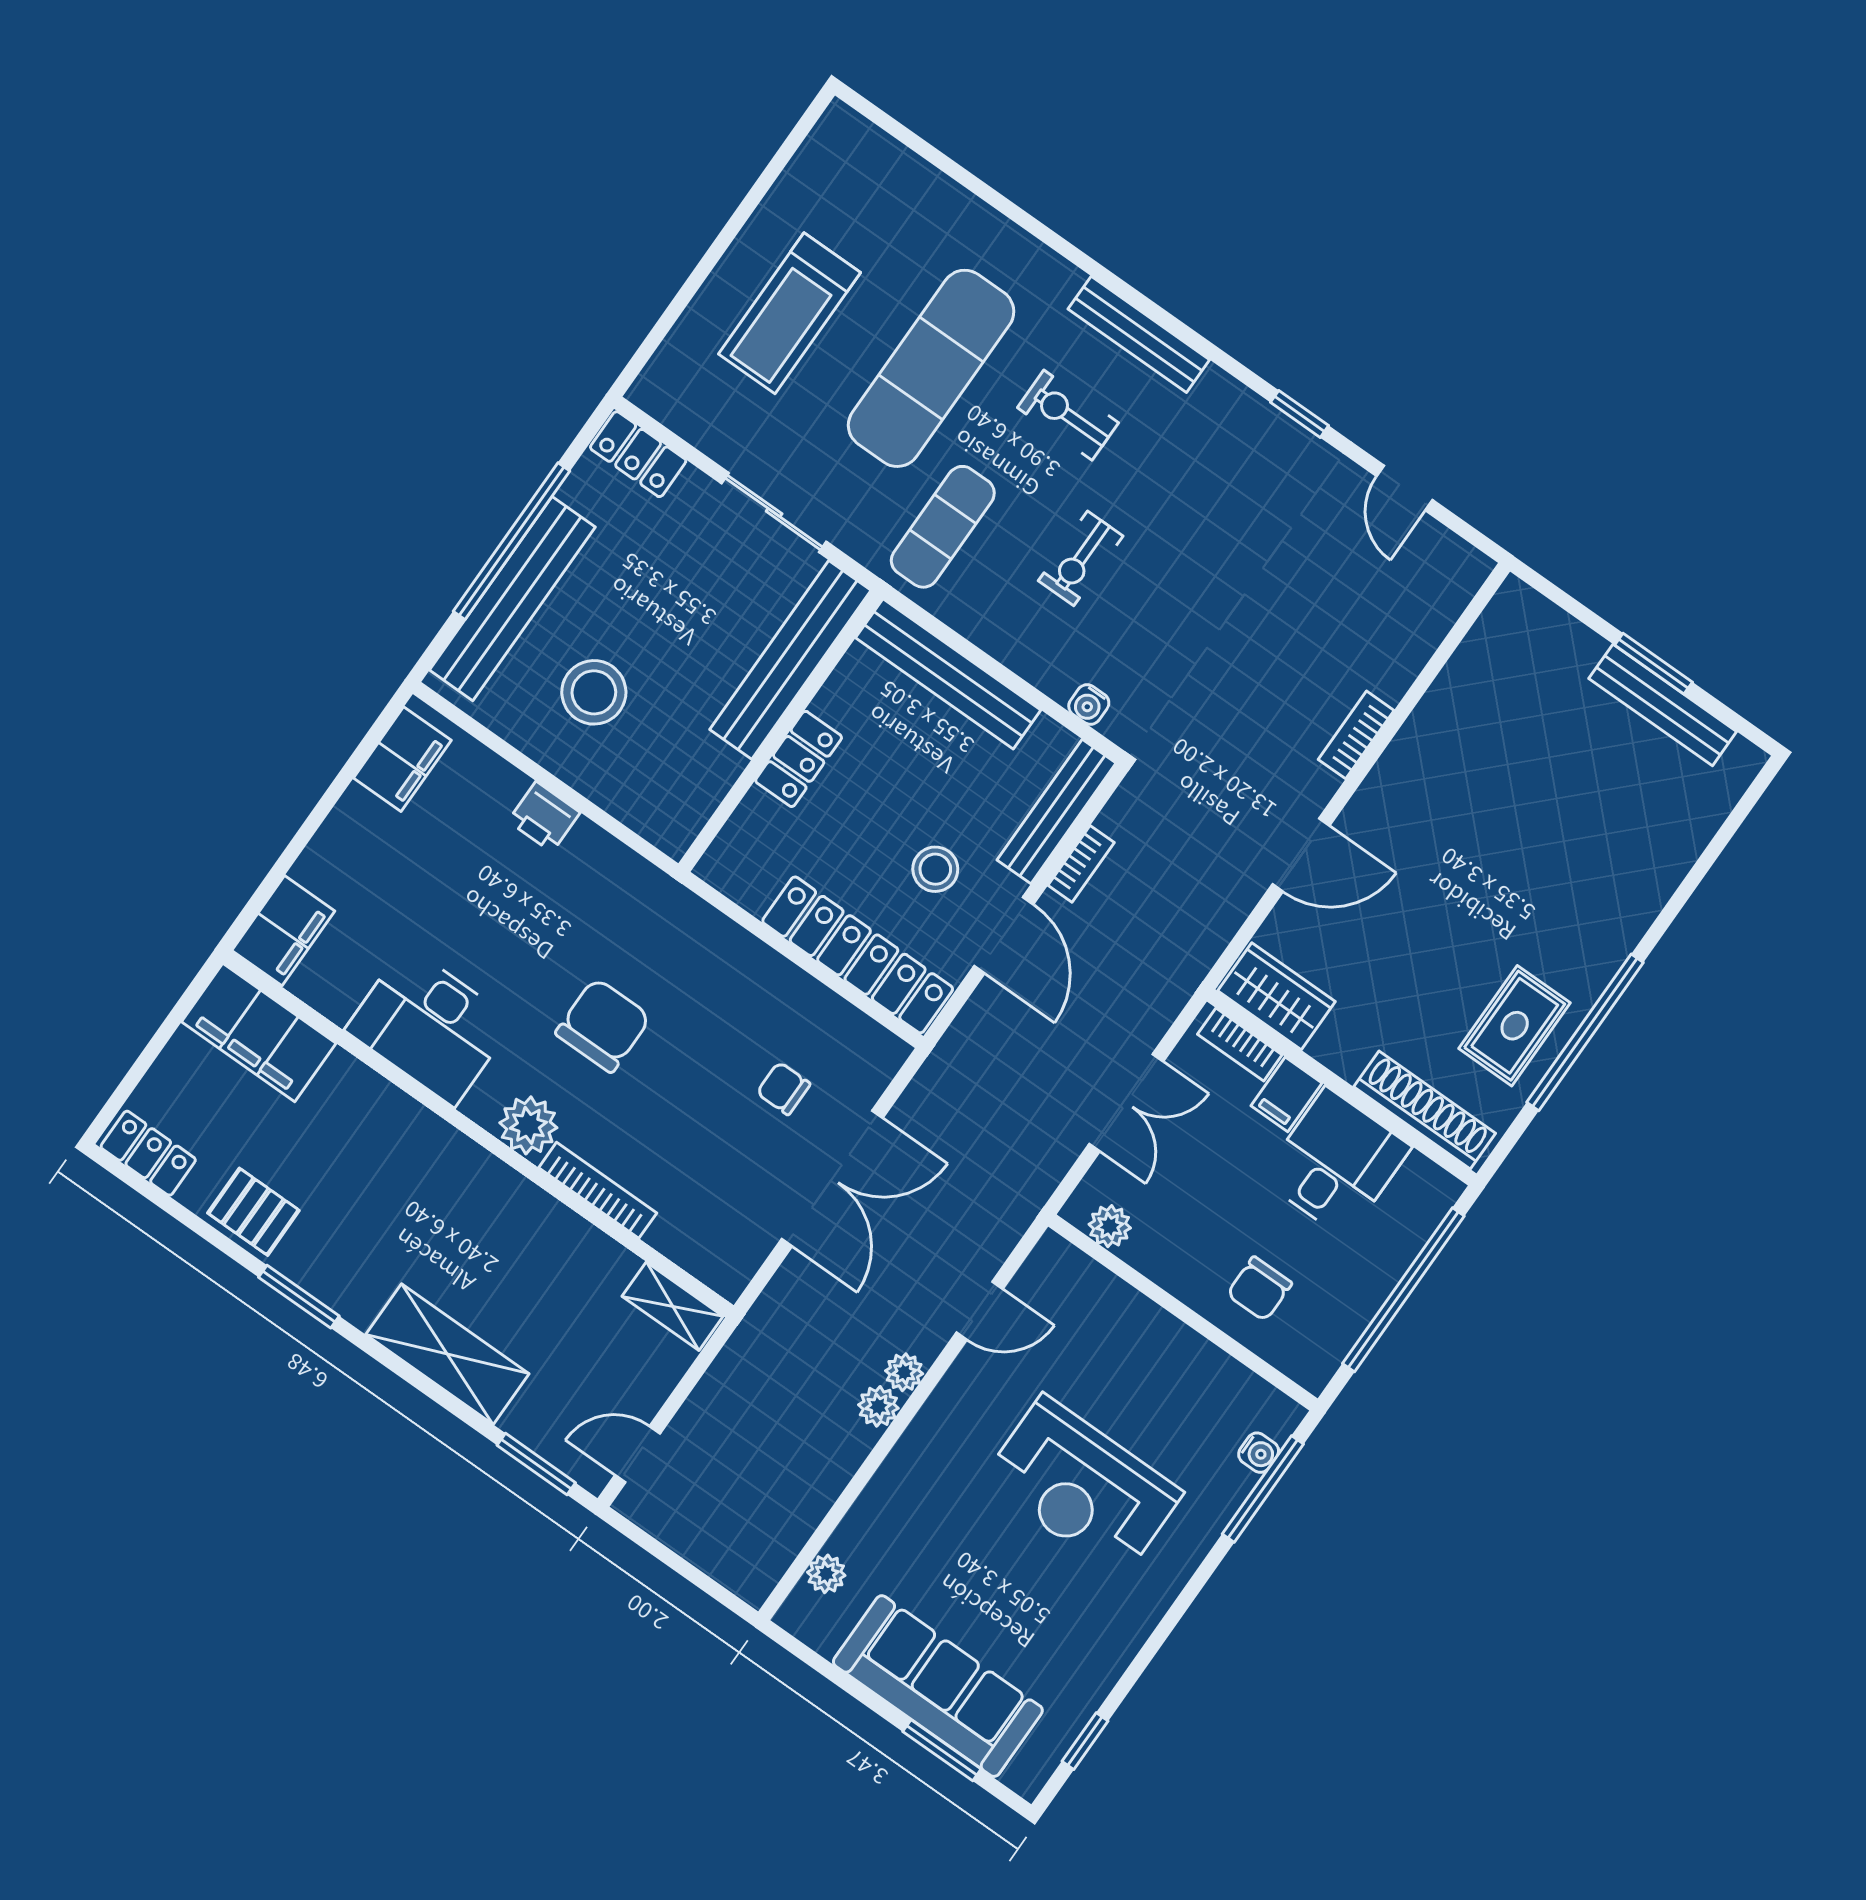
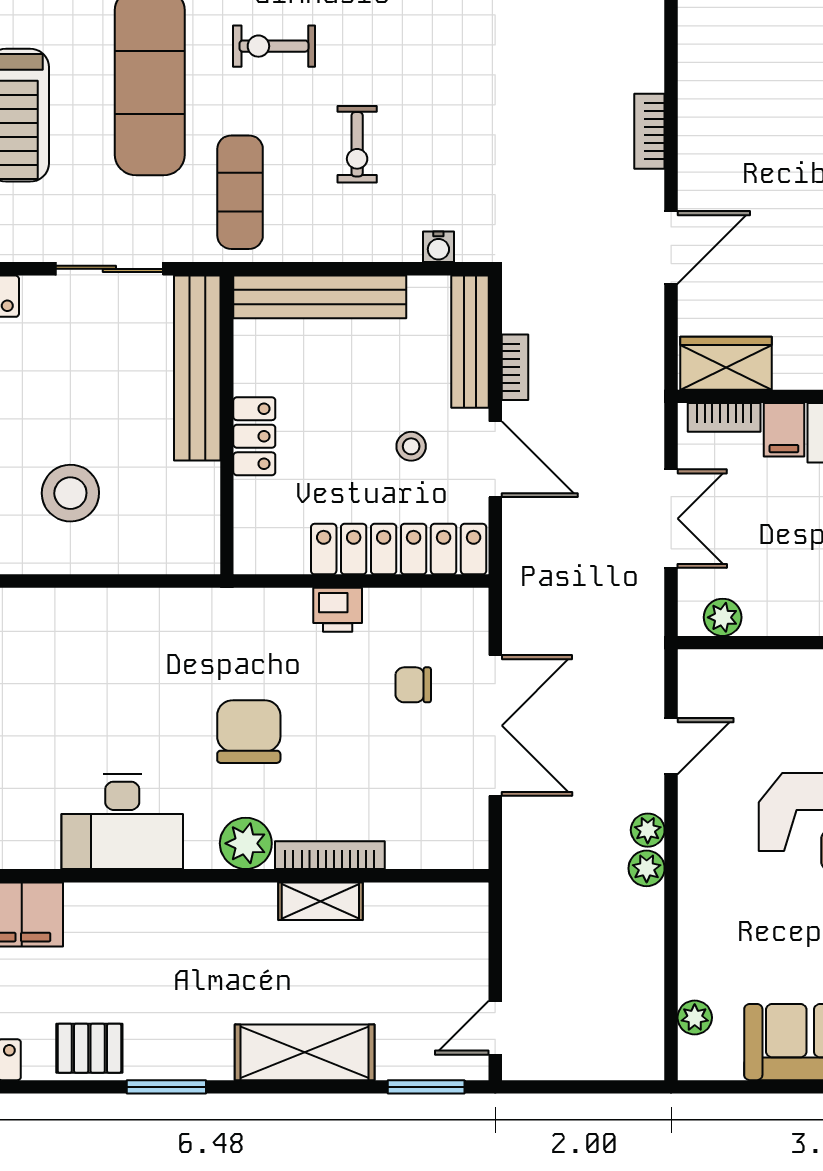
printer: (544, 817) -> (338, 610), moved
stool: (935, 869) -> (411, 446), width x0.73, depth x0.73
shelving: (673, 1306) -> (320, 901), moved

